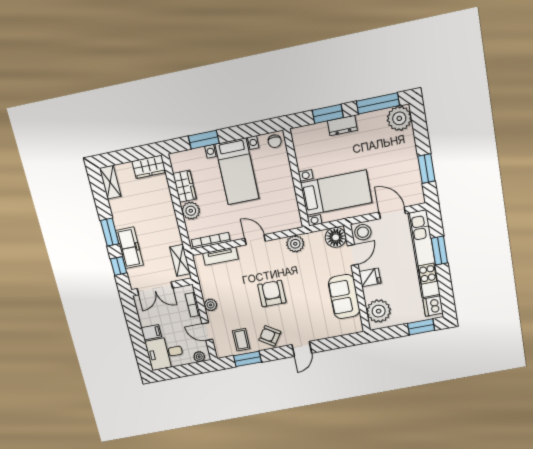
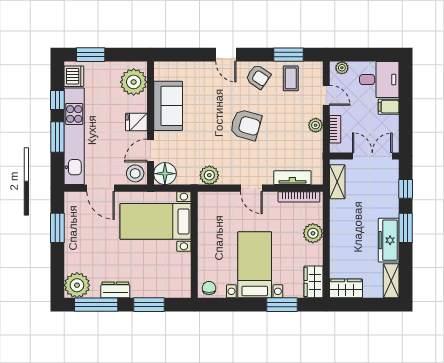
dresser: (342, 126) -> (115, 290), moved
wardrobe: (185, 186) -> (313, 282), moved
freezer: (129, 248) -> (389, 240), moved
window: (445, 283) -> (57, 100), added
armchair: (272, 294) -> (246, 125), turned -74
door: (302, 349) -> (226, 55), swing flipped

